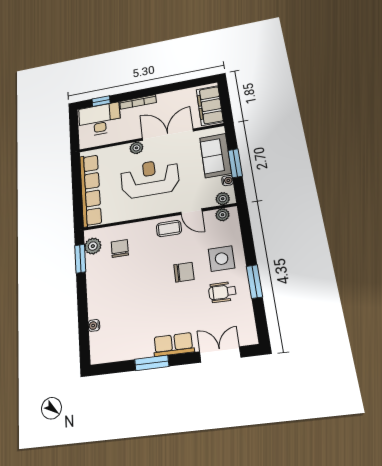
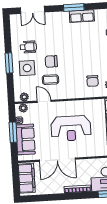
plant: (136, 148) -> (80, 153), removed
coffee table: (169, 229) -> (50, 80), moved
window: (254, 282) -> (9, 63), moved
row of seats: (173, 345) -> (82, 16), moved

